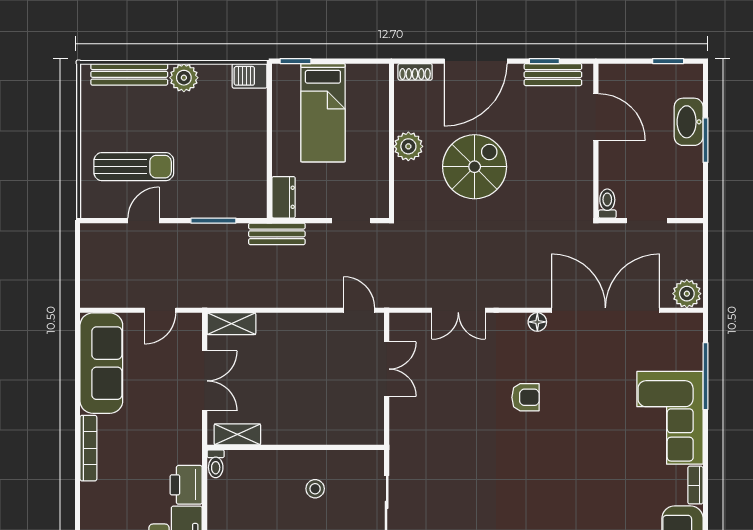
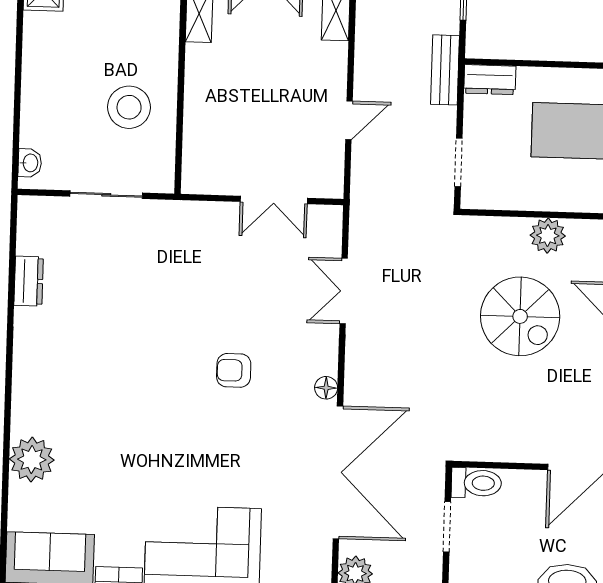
toilet: (607, 204) -> (476, 483), width x1.37, depth x1.39
door: (359, 310) -> (349, 120), moved
armchair: (526, 397) -> (234, 370), turned 90
stool: (315, 489) -> (129, 107), width x1.89, depth x1.89

